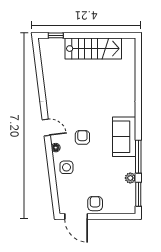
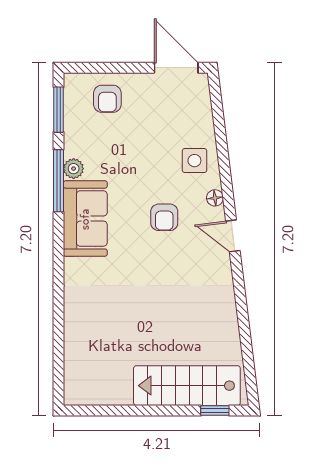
stairs: (93, 49) -> (187, 386), moved
plant: (130, 178) -> (74, 169), moved
armchair: (95, 204) -> (107, 99), moved

